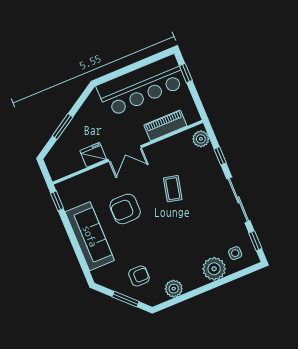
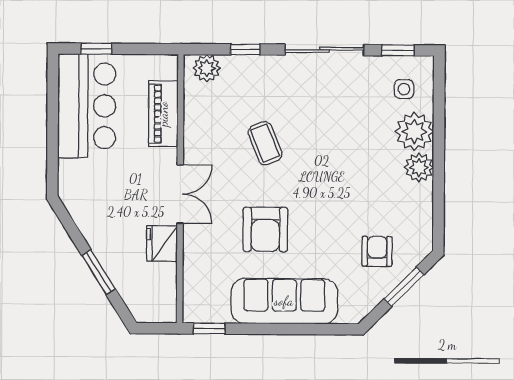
bar counter: (142, 85) -> (87, 106), width x0.73
coffee table: (173, 189) -> (265, 143), turned 55
plant: (174, 289) -> (419, 167), moved

